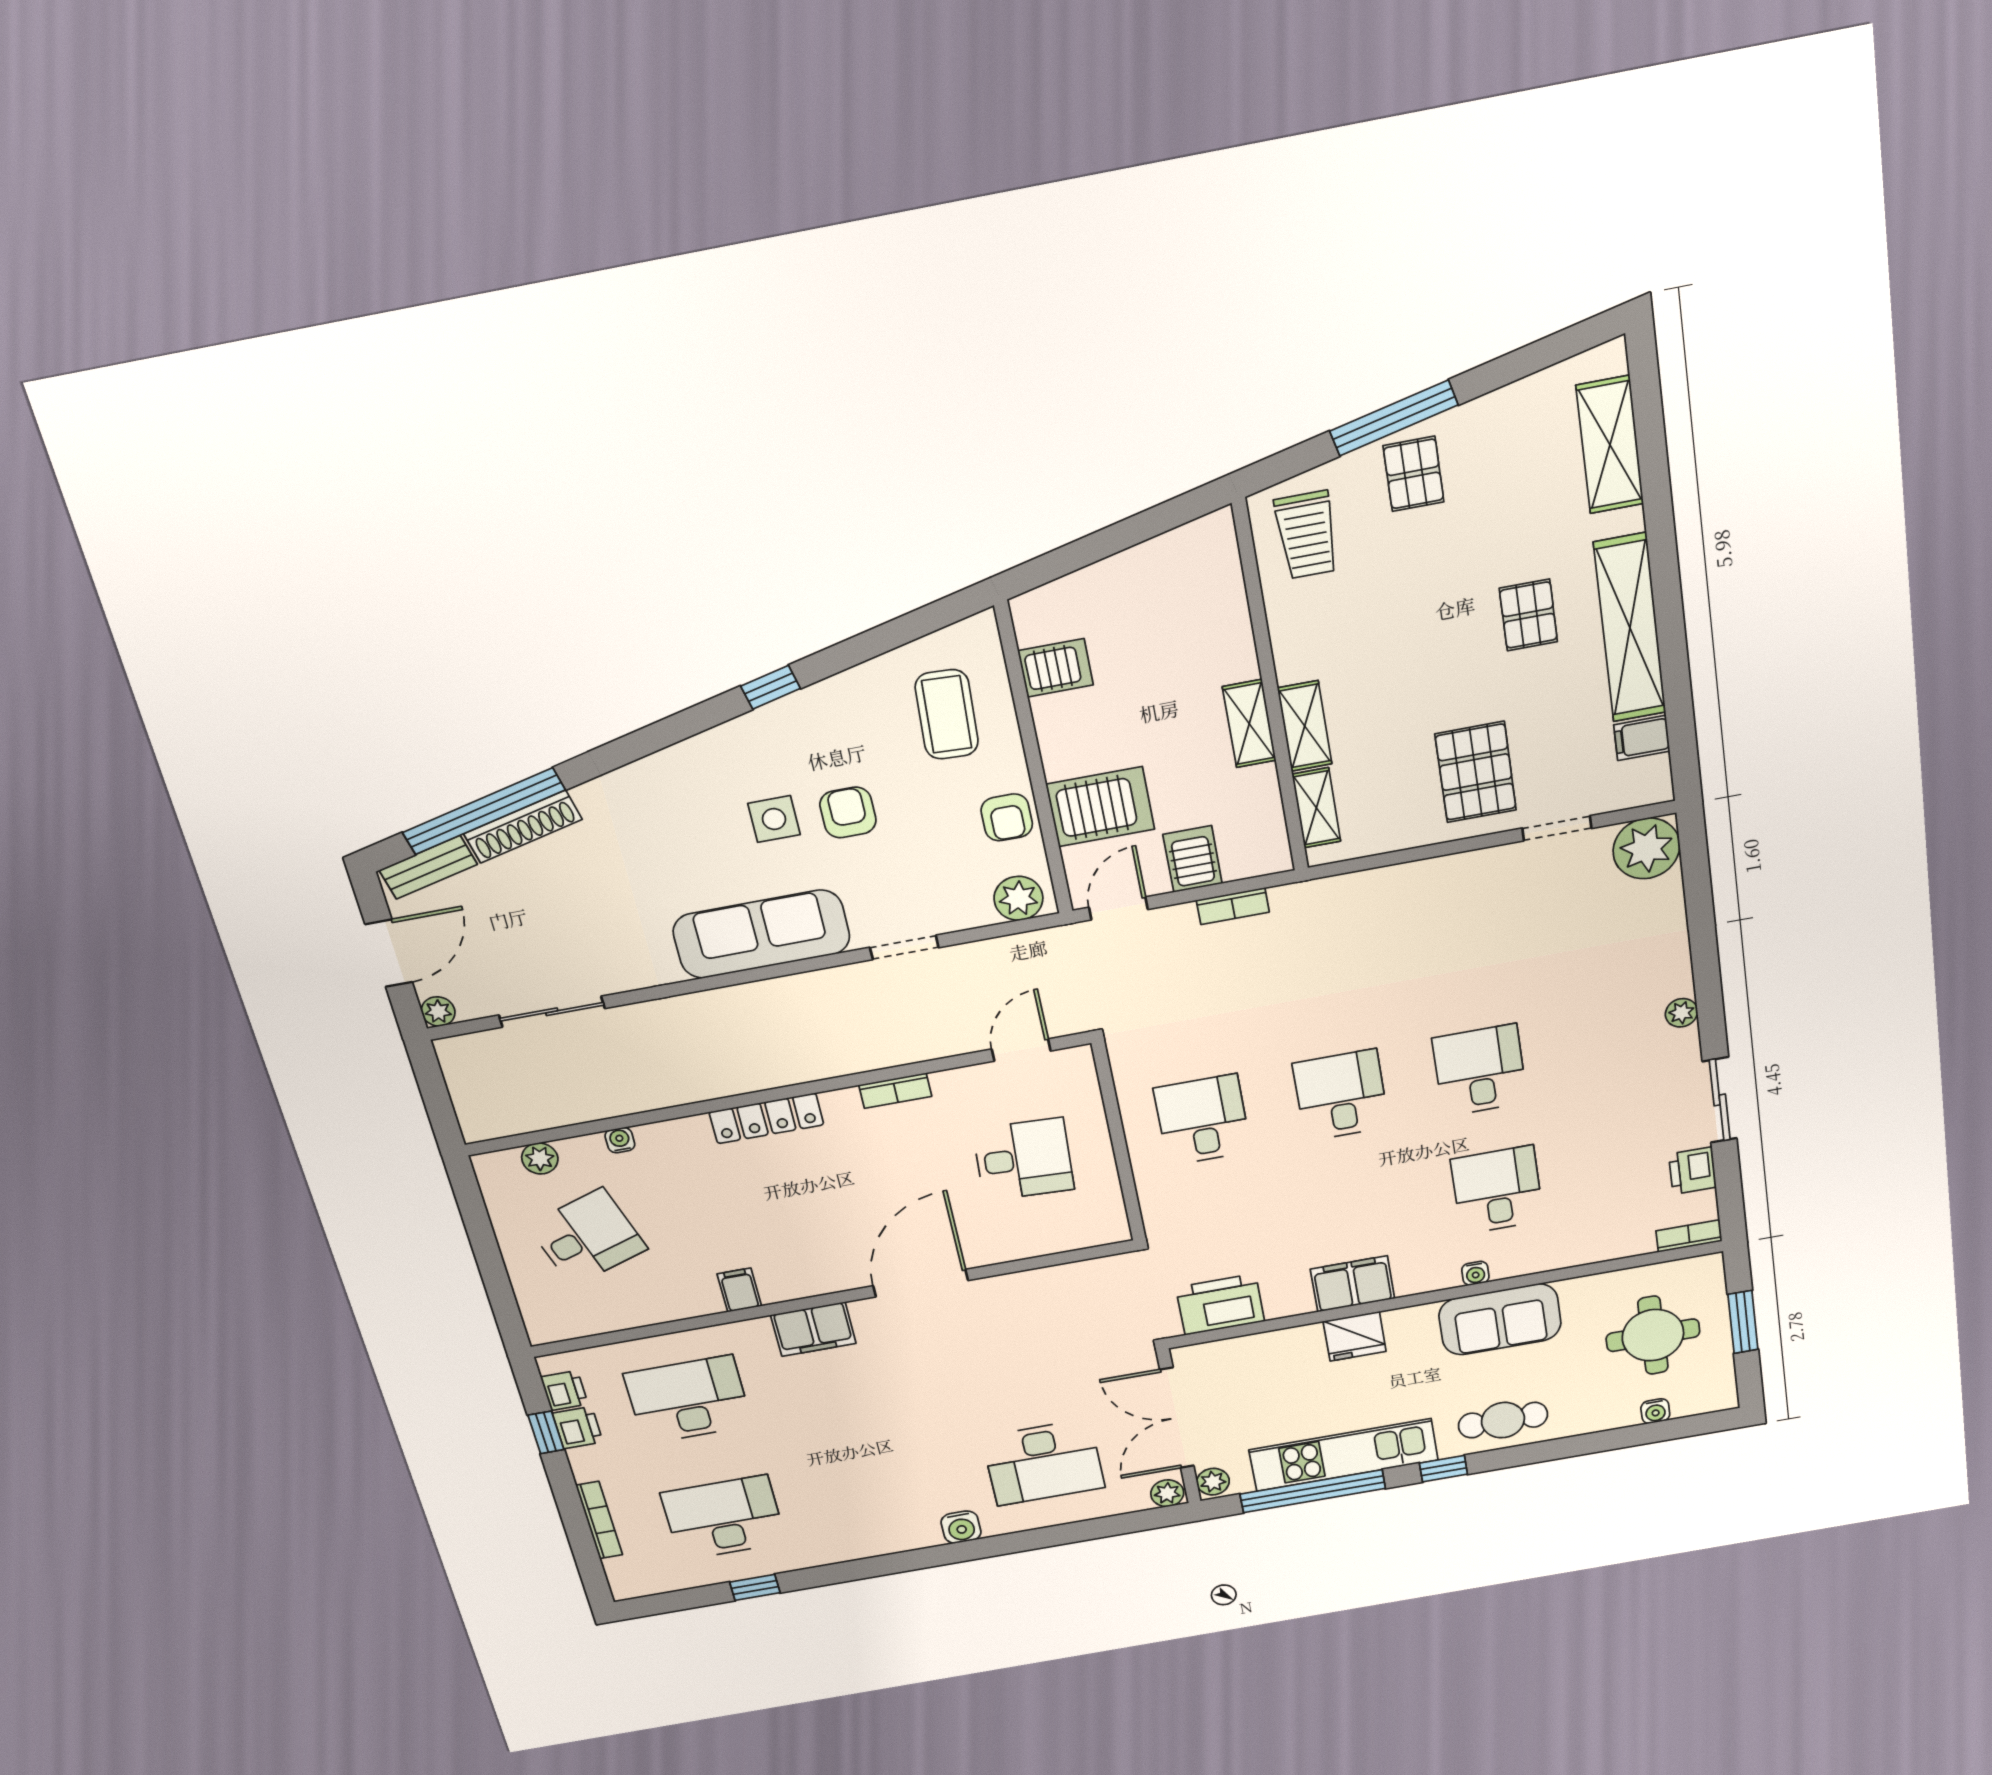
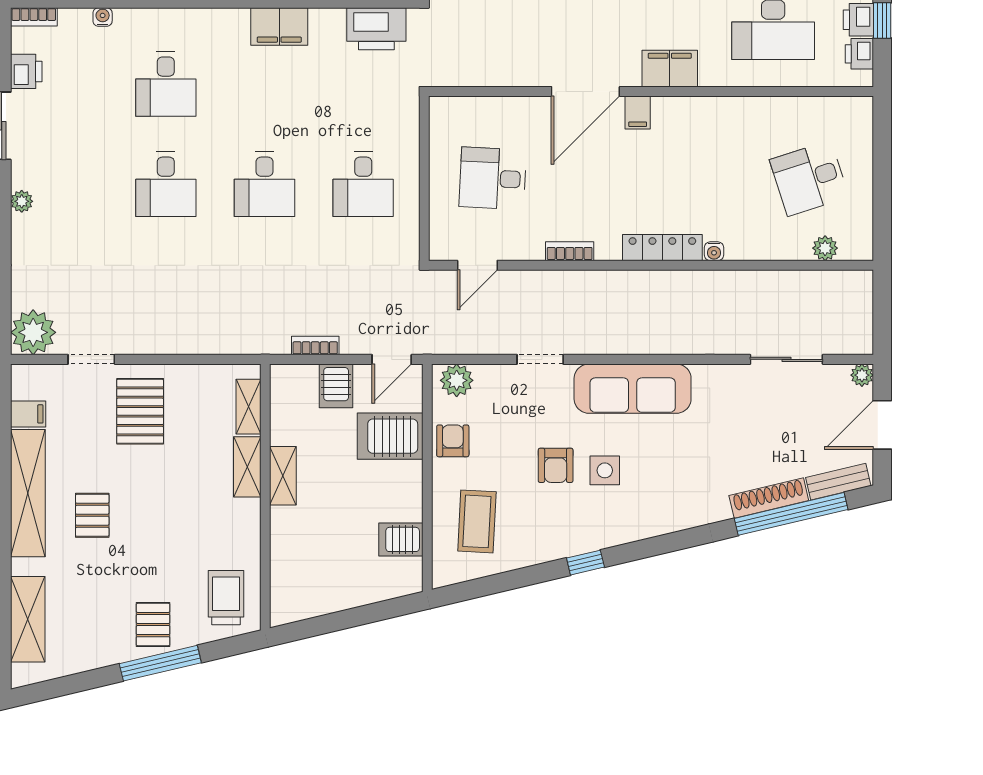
water cooler: (620, 1140) -> (714, 251), moved
water cooler: (1475, 1273) -> (103, 17), moved
filing cabinet: (739, 1290) -> (638, 113), moved

